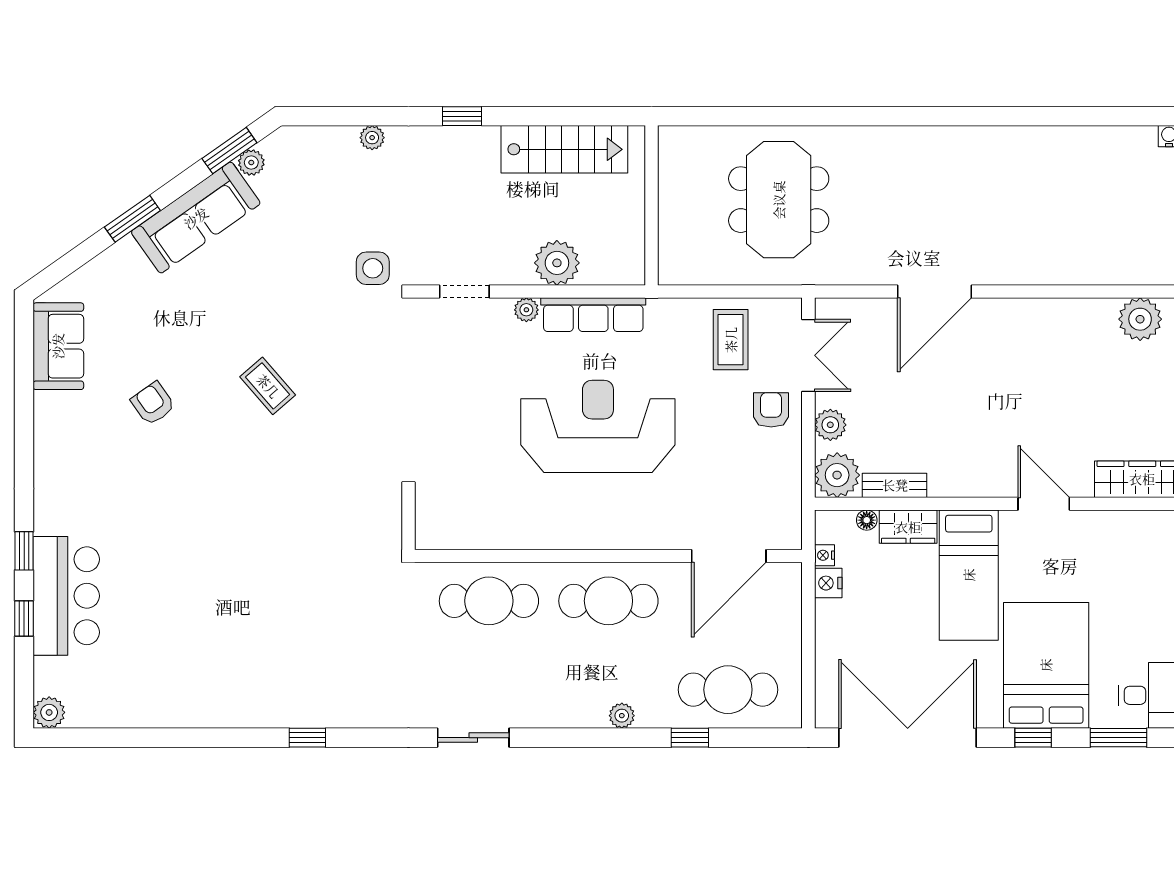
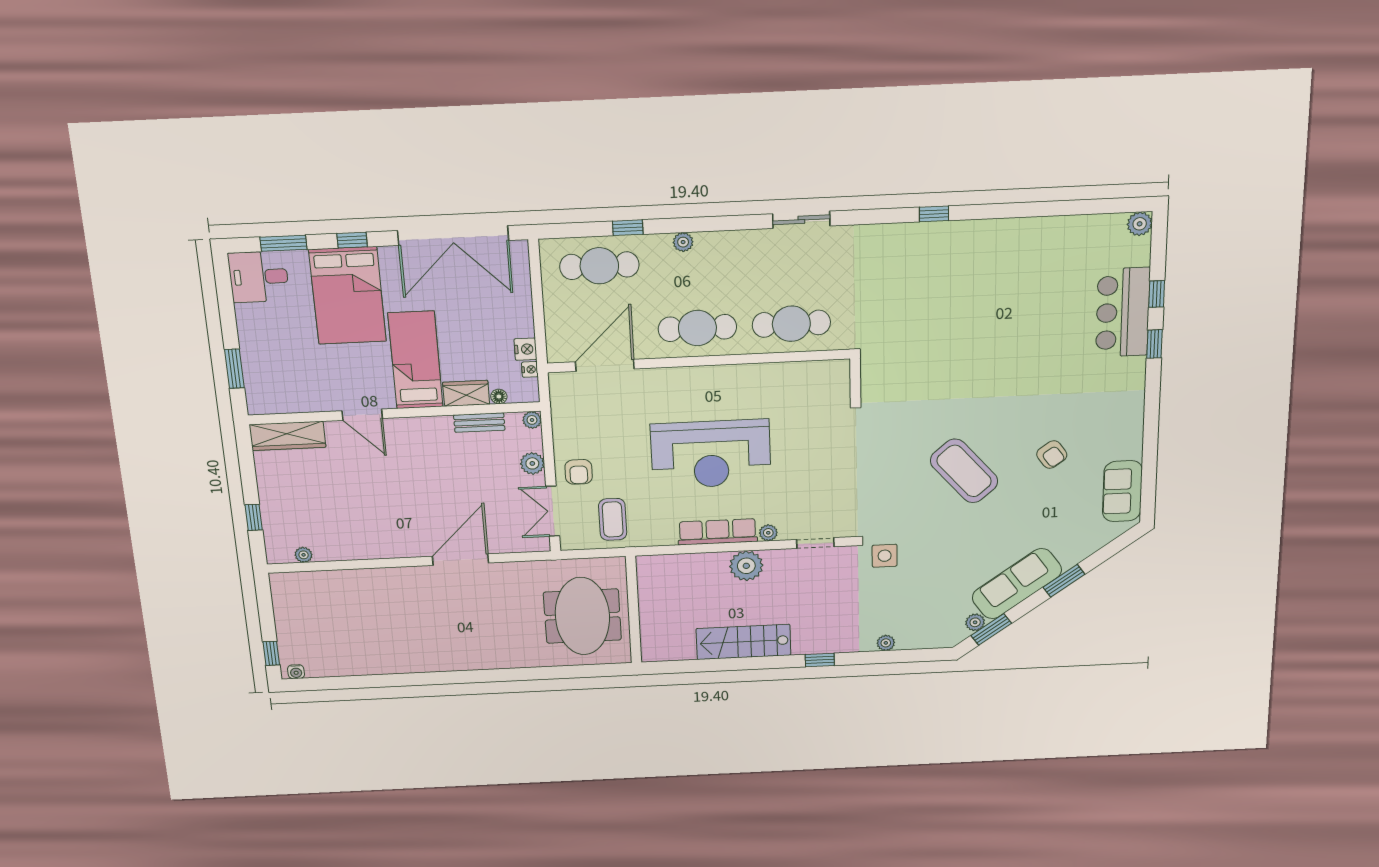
wall: (652, 205) -> (633, 610), moved
plant: (1140, 319) -> (304, 555), width x0.53, depth x0.53
coffee table: (268, 386) -> (964, 471), width x1.86, depth x1.72
plant: (837, 475) -> (532, 420), width x0.53, depth x0.53

